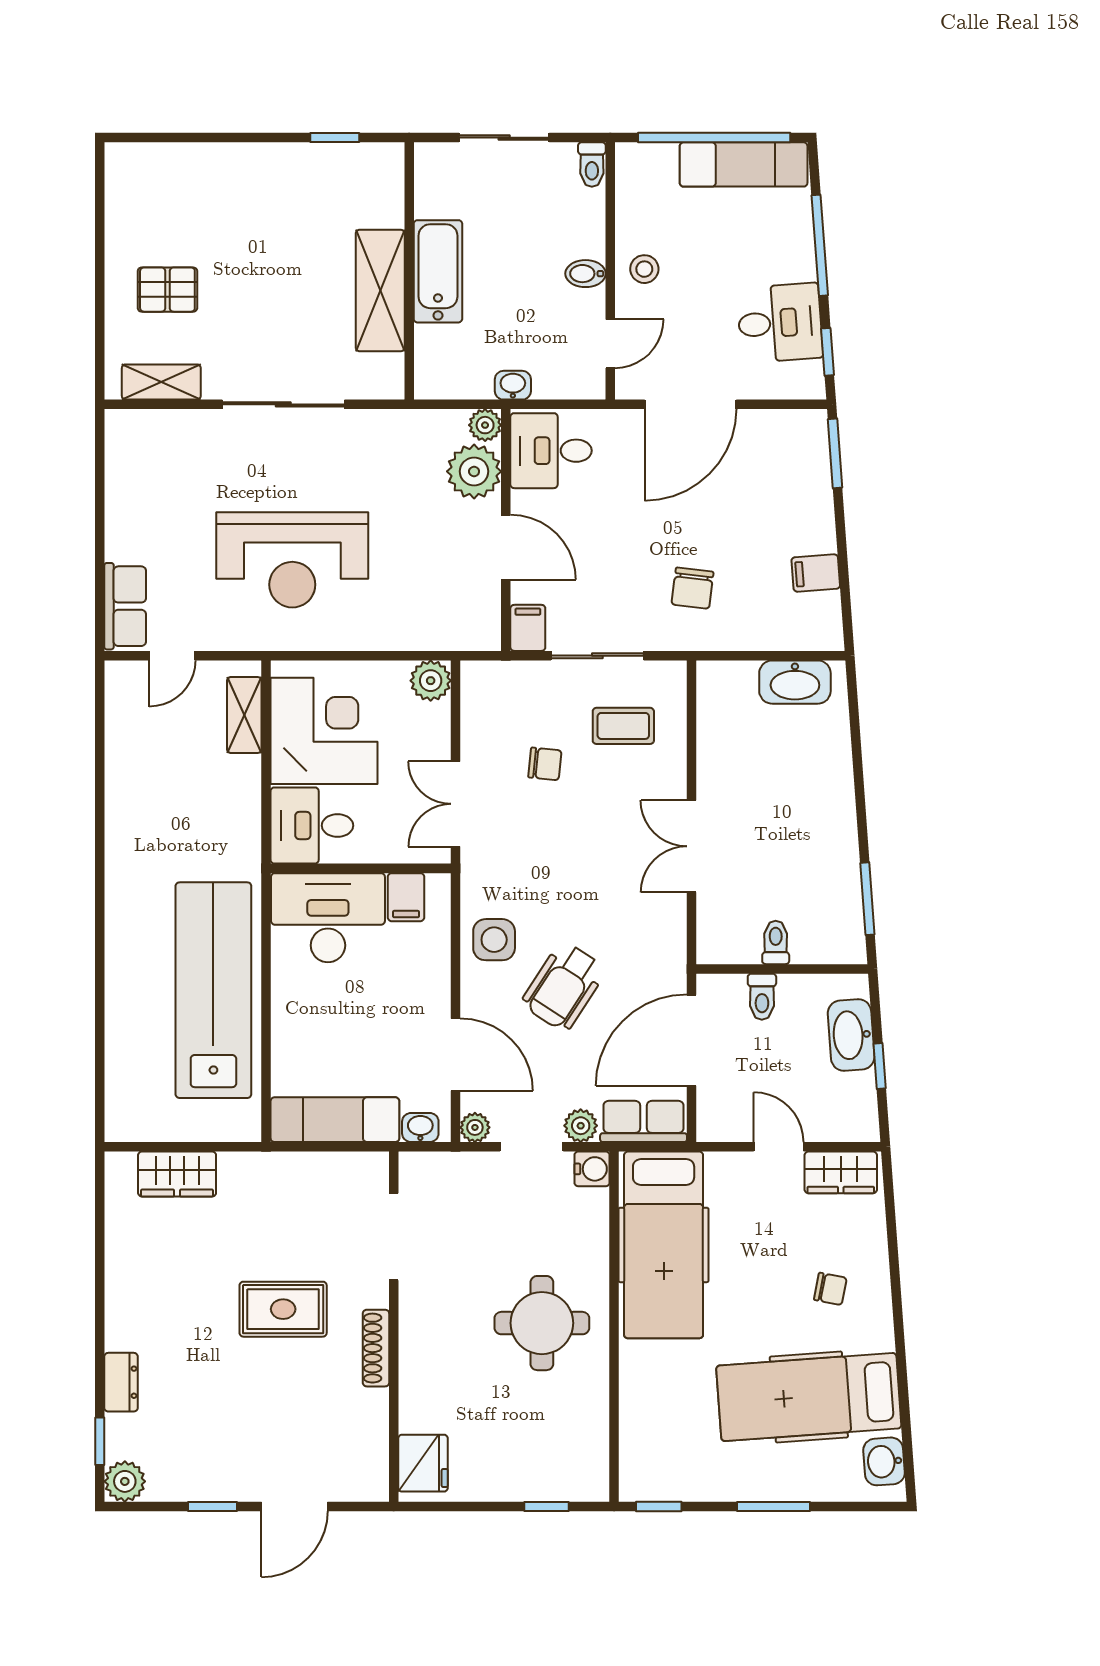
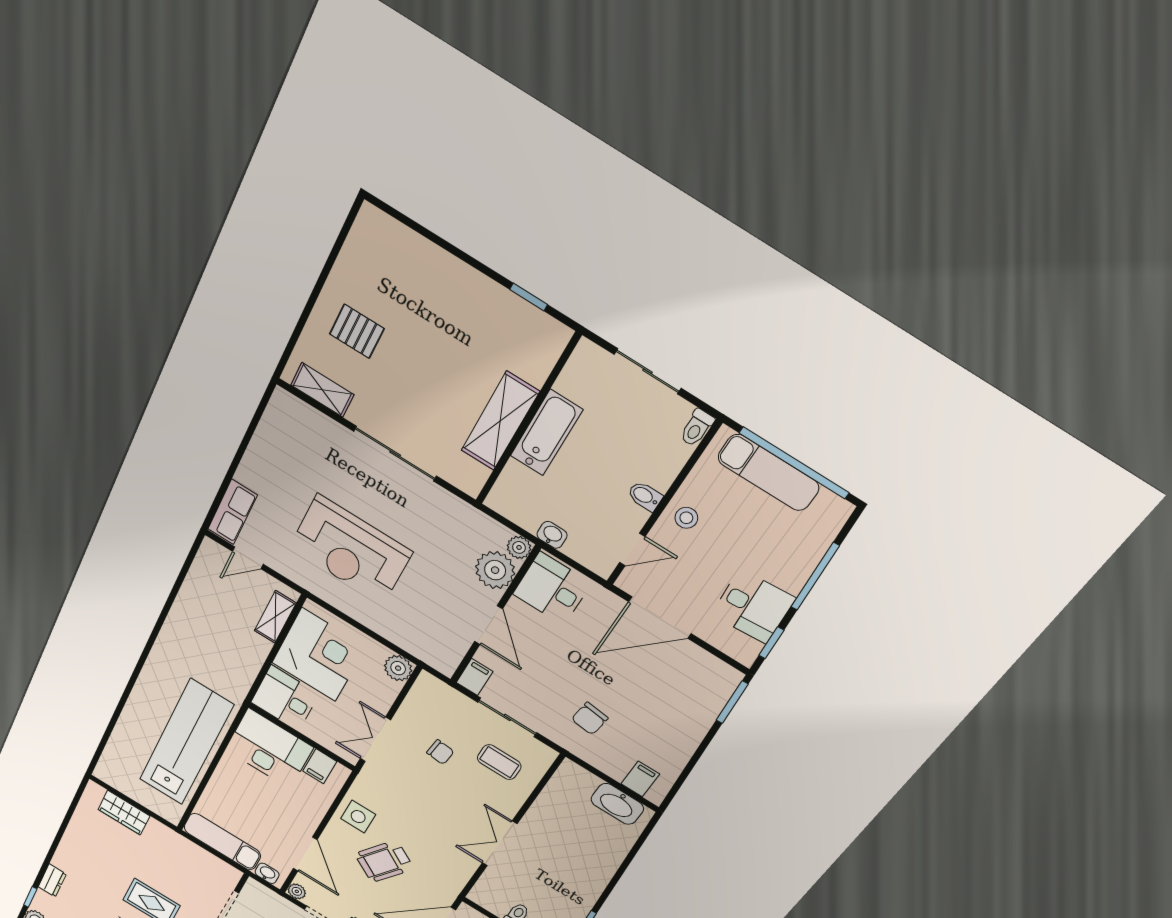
exam couch: (744, 164) -> (768, 473), moved
filing cabinet: (816, 573) -> (640, 779), moved, turned 94

